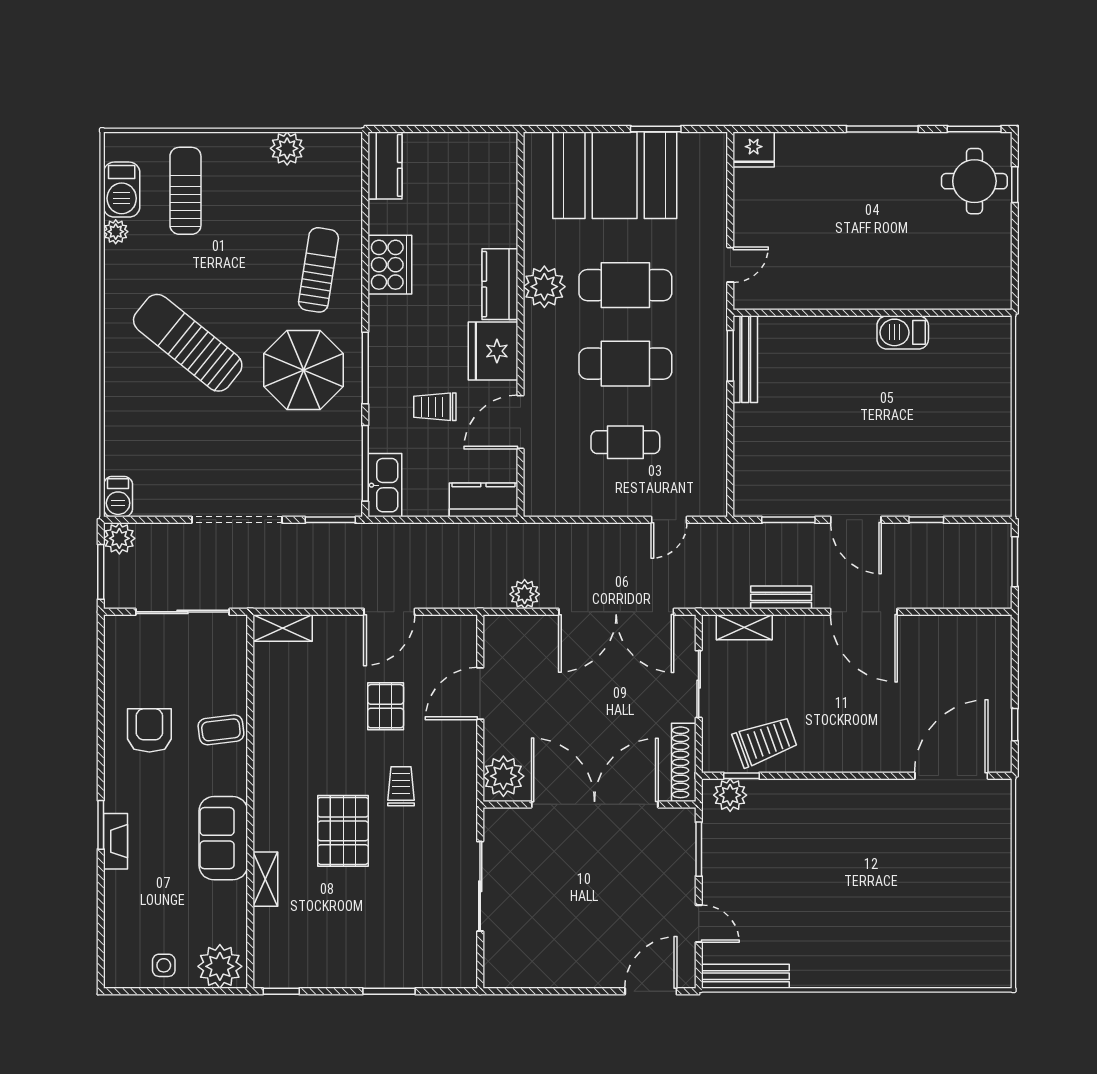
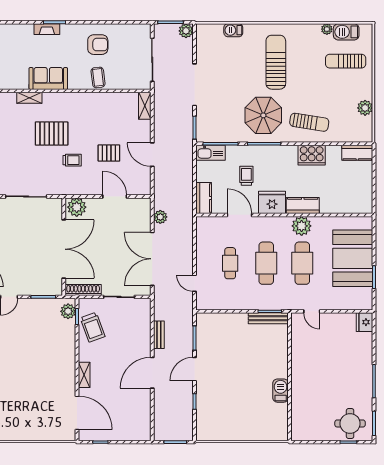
sun lounger: (185, 191) -> (346, 61), turned 180
sun lounger: (188, 343) -> (276, 62), turned -39
barbecue: (118, 497) -> (233, 30), moved
shelving: (744, 627) -> (84, 375), moved

